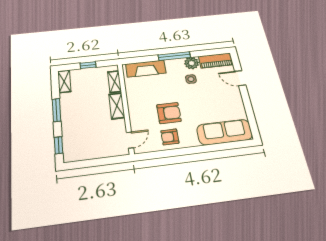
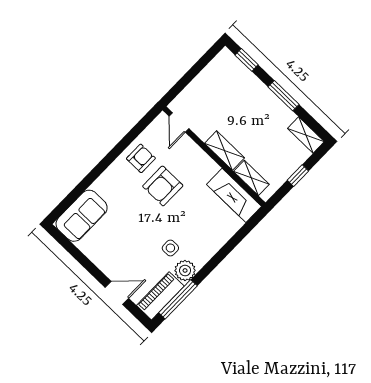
window: (174, 56) -> (178, 299), moved
fireplace: (146, 69) -> (234, 195), moved, turned -90
sofa: (225, 132) -> (82, 216), width x0.73

